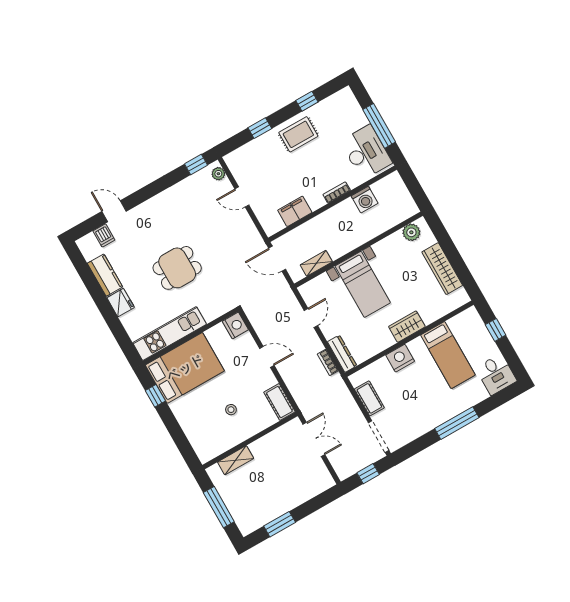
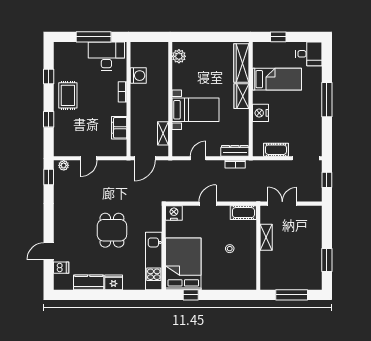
wardrobe: (442, 269) -> (241, 63), moved, turned 90
door: (311, 318) -> (198, 158), hinge flipped
shelving: (236, 460) -> (266, 237), moved

